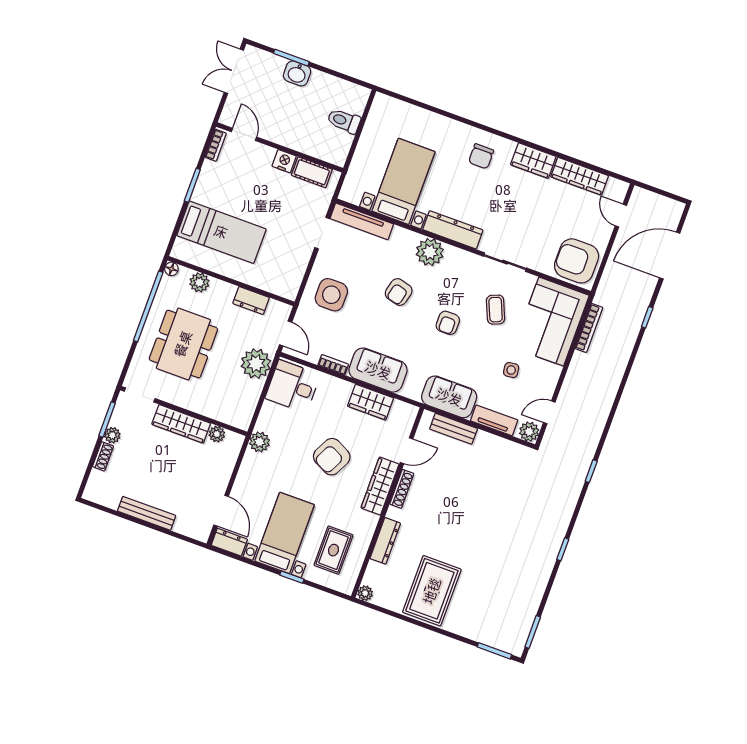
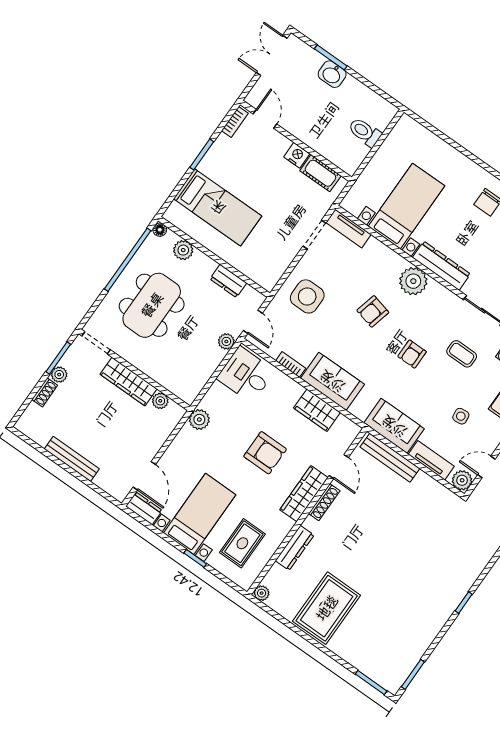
tv unit: (362, 221) -> (348, 229), width x0.71
coffee table: (496, 310) -> (462, 354), turned -67
plant: (256, 364) -> (226, 341), width x0.53, depth x0.53
bench: (454, 429) -> (390, 458), width x1.36
door: (406, 451) -> (339, 467), hinge flipped
armchair: (332, 457) -> (265, 453), turned -117

